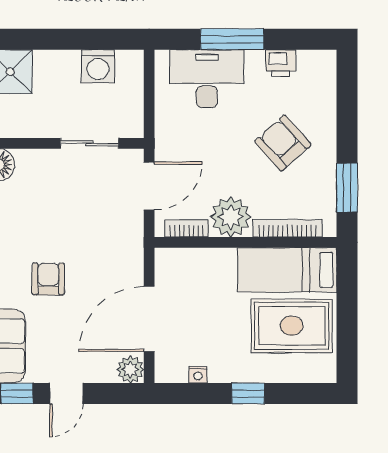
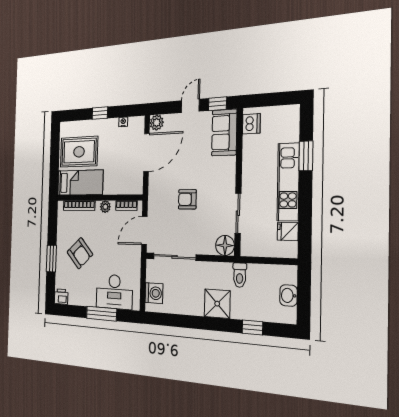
printer: (281, 63) -> (61, 297), moved
washing machine: (98, 66) -> (154, 293), moved, turned 90
sliding door: (89, 143) -> (175, 257), width x1.37
window: (347, 188) -> (51, 258), moved
plant: (231, 217) -> (105, 207), width x0.53, depth x0.53
armchair: (48, 279) -> (187, 199), moved, turned 90

